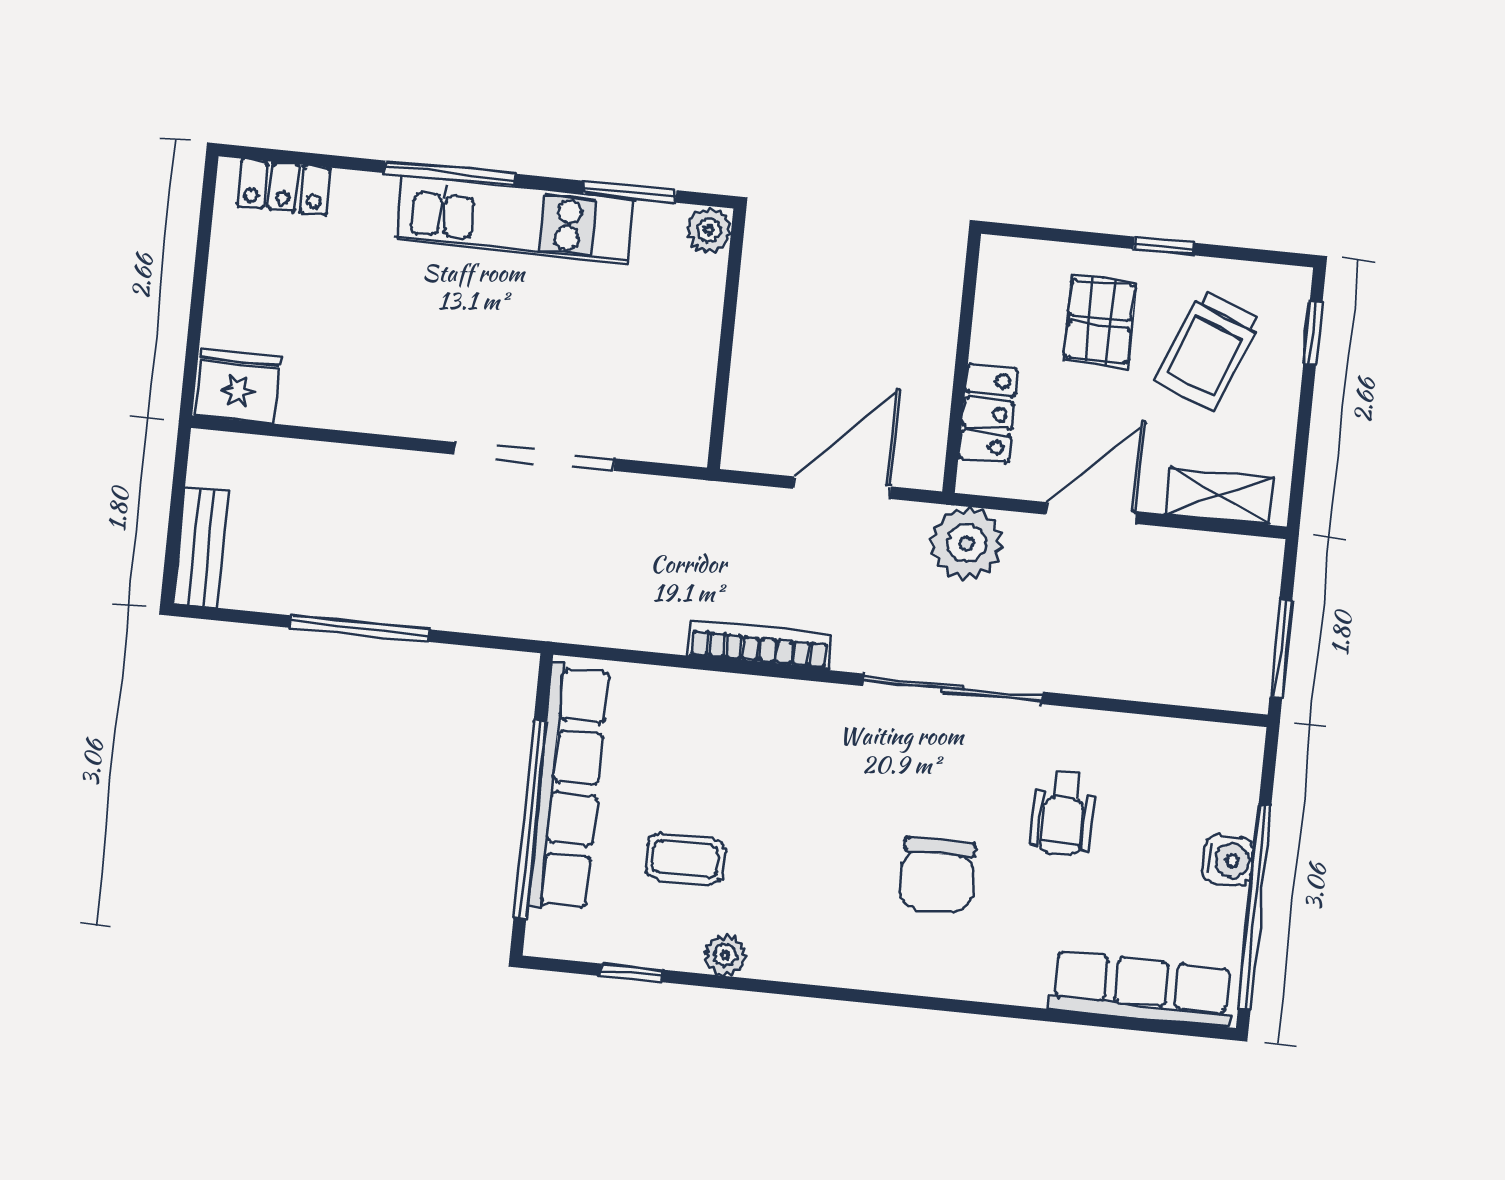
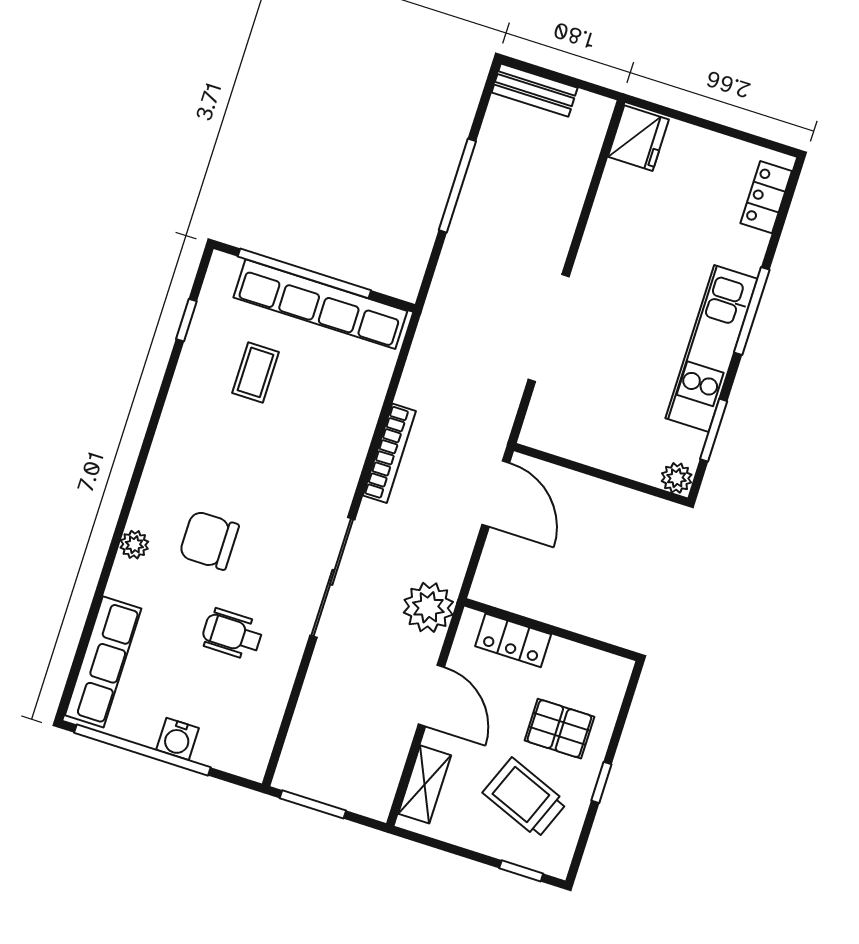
door: (842, 488) -> (496, 494), moved
plant: (725, 955) -> (134, 545), moved

